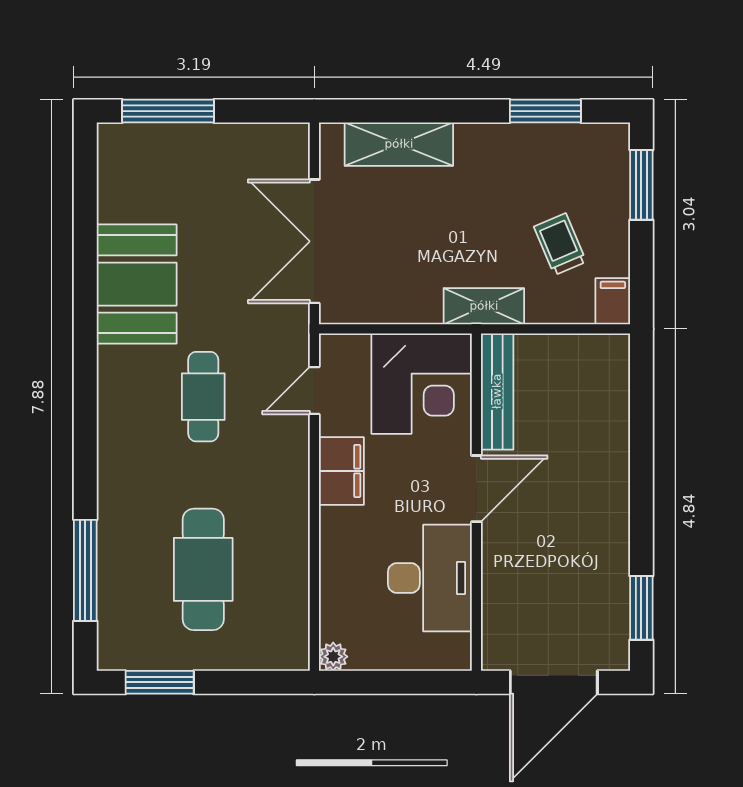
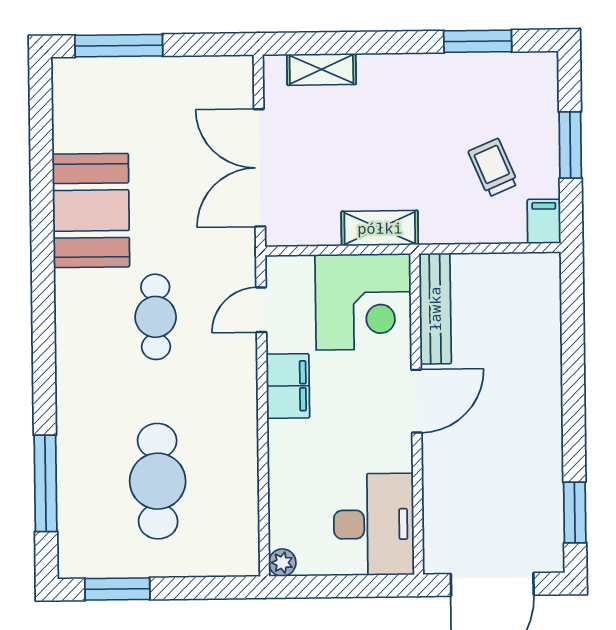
shelving: (399, 144) -> (321, 69), width x0.67, depth x0.75
window: (641, 185) -> (570, 145), moved
shelving: (484, 306) -> (380, 228), moved
desk: (430, 578) -> (374, 524), moved

